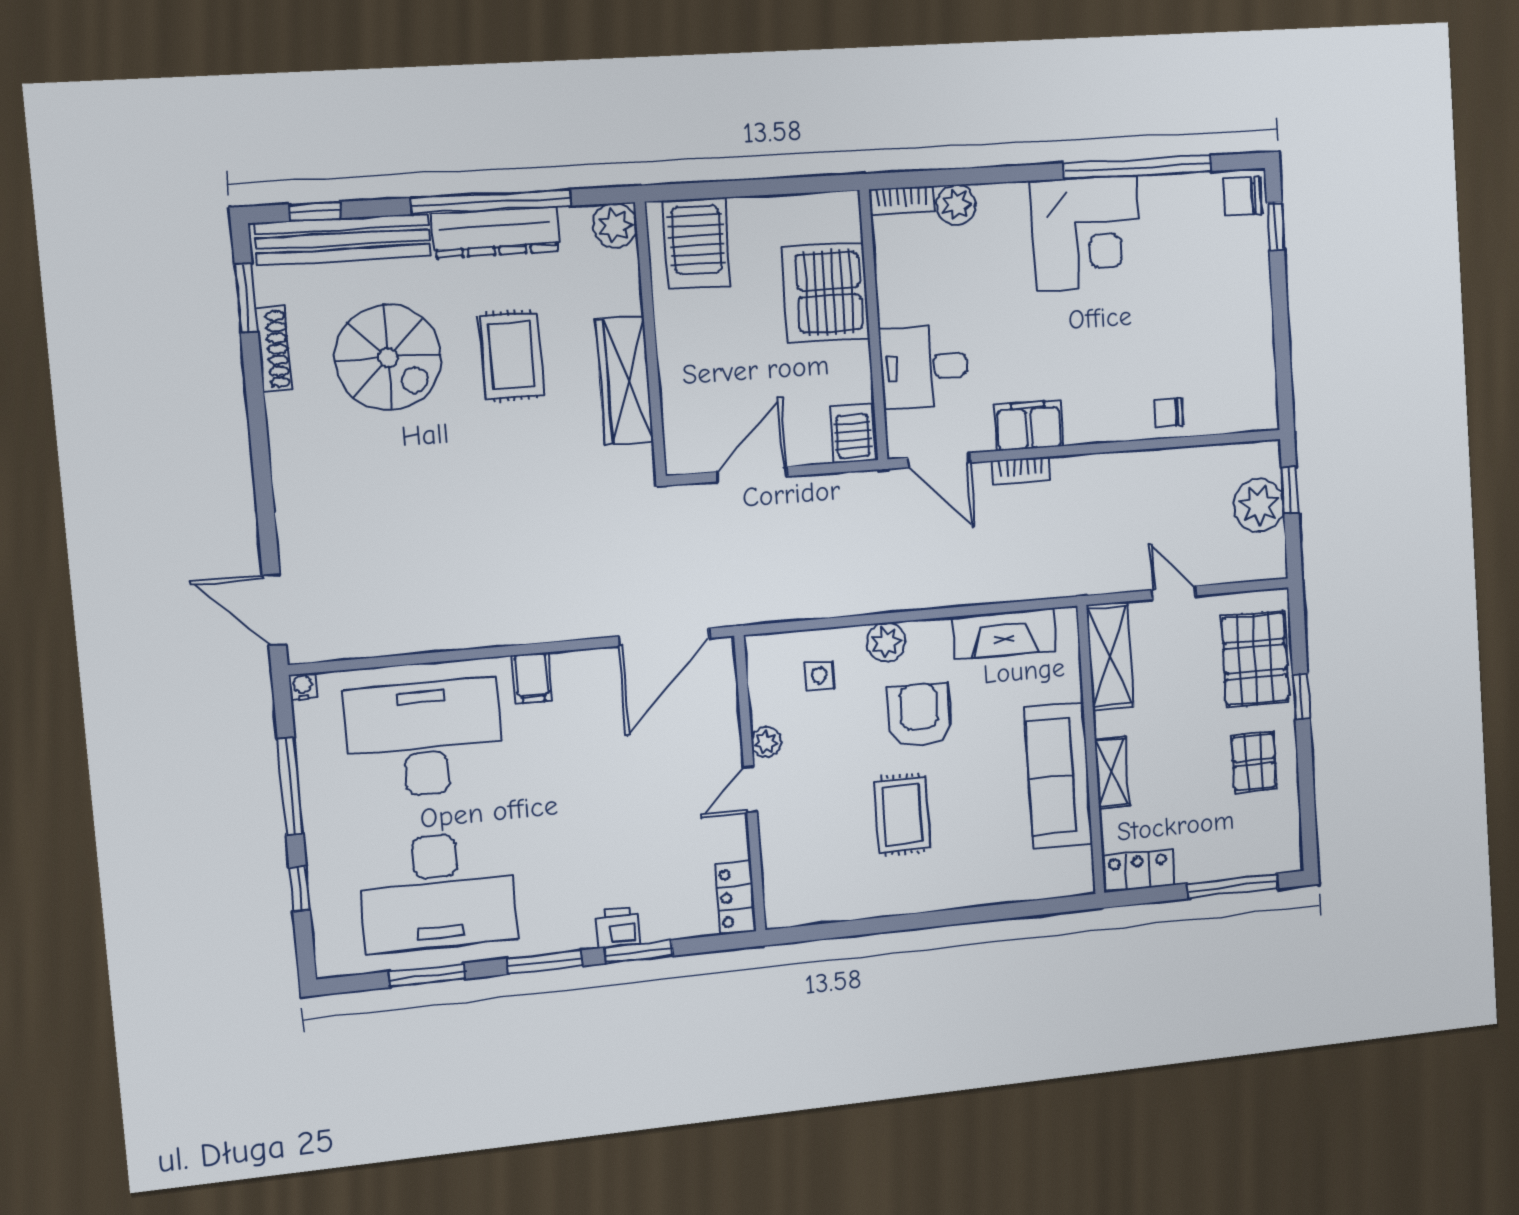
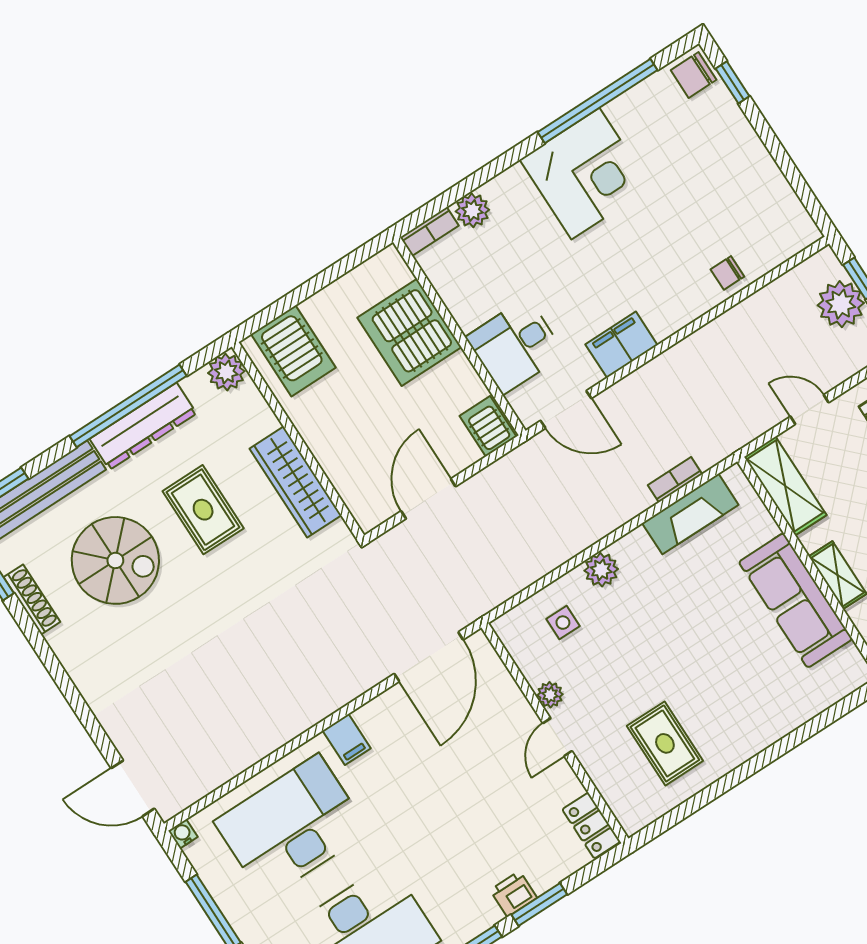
bookcase: (1021, 470) -> (675, 480), moved, turned 180
armchair: (919, 715) -> (658, 612), removed
rug: (902, 815) -> (665, 743), moved

